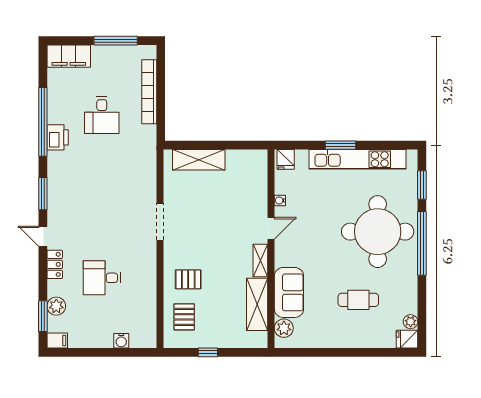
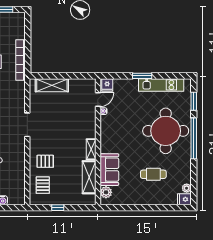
bookcase: (149, 92) -> (20, 60), moved
kitchen unit: (358, 159) -> (161, 85), width x0.73
door: (271, 228) -> (98, 100), moved

